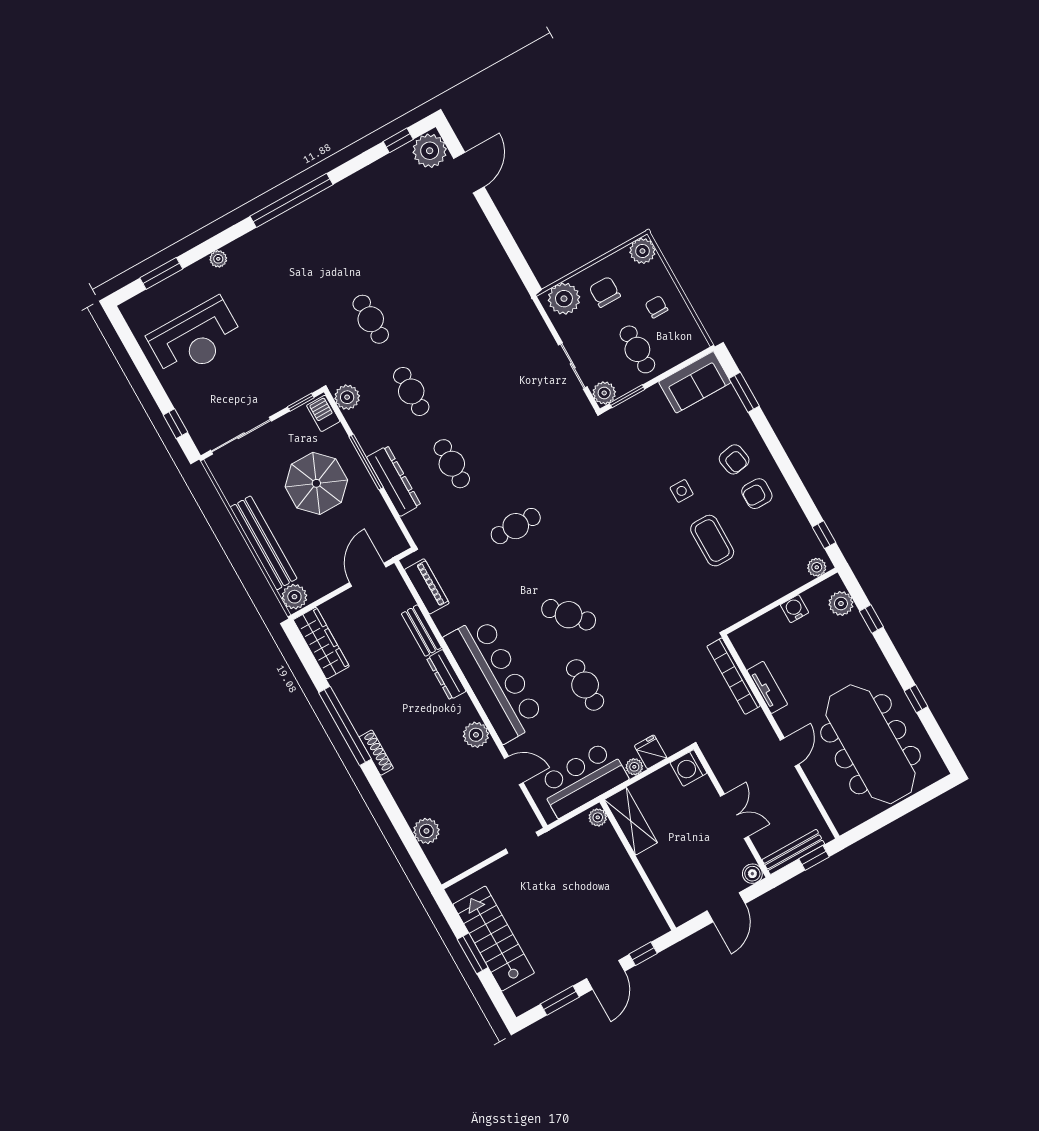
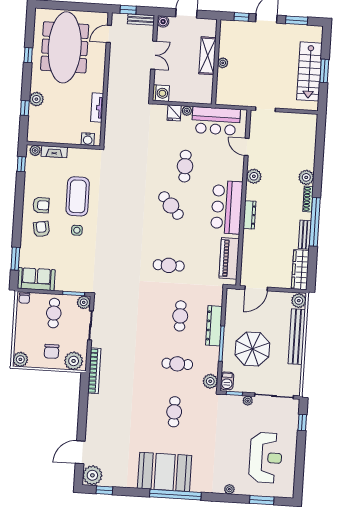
booth: (328, 223) -> (165, 472), added
chair: (656, 307) -> (24, 298), moved
reception desk: (196, 339) -> (266, 458), turned 90
cafe table: (411, 391) -> (177, 364), turned 90
plant: (275, 404) -> (248, 401), added
coffee table: (712, 541) -> (78, 196), width x1.36, depth x1.32
fireplace: (788, 583) -> (54, 152), added
piano: (427, 586) -> (229, 258), width x1.37, depth x1.33
plant: (841, 604) -> (36, 99), moved
water cooler: (794, 609) -> (88, 139), moved
bench: (421, 631) -> (305, 235), moved
bookcase: (734, 676) -> (94, 371), moved
bar counter: (494, 679) -> (227, 207), width x0.73
door: (790, 752) -> (109, 34), moved
double door: (734, 816) -> (154, 55), swing flipped
plant: (598, 817) -> (223, 63), moved
shelving: (631, 821) -> (208, 56), moved
plant: (426, 831) -> (306, 177), moved
bench: (793, 852) -> (141, 20), width x0.73

